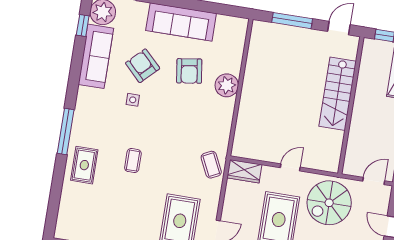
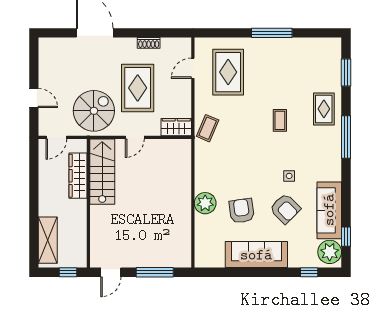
stairs: (338, 94) -> (102, 172), moved
wardrobe: (357, 137) -> (78, 176), added
coffee table: (211, 165) -> (208, 128), turned 49
window: (54, 200) -> (346, 73), added

